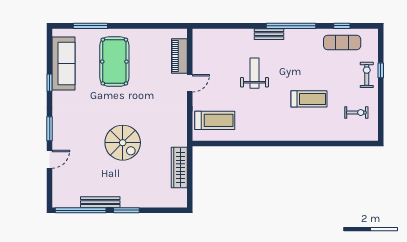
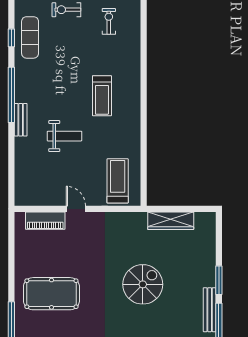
weight bench: (254, 73) -> (64, 136), turned 180
treadmill: (309, 99) -> (102, 96), moved, turned 180

